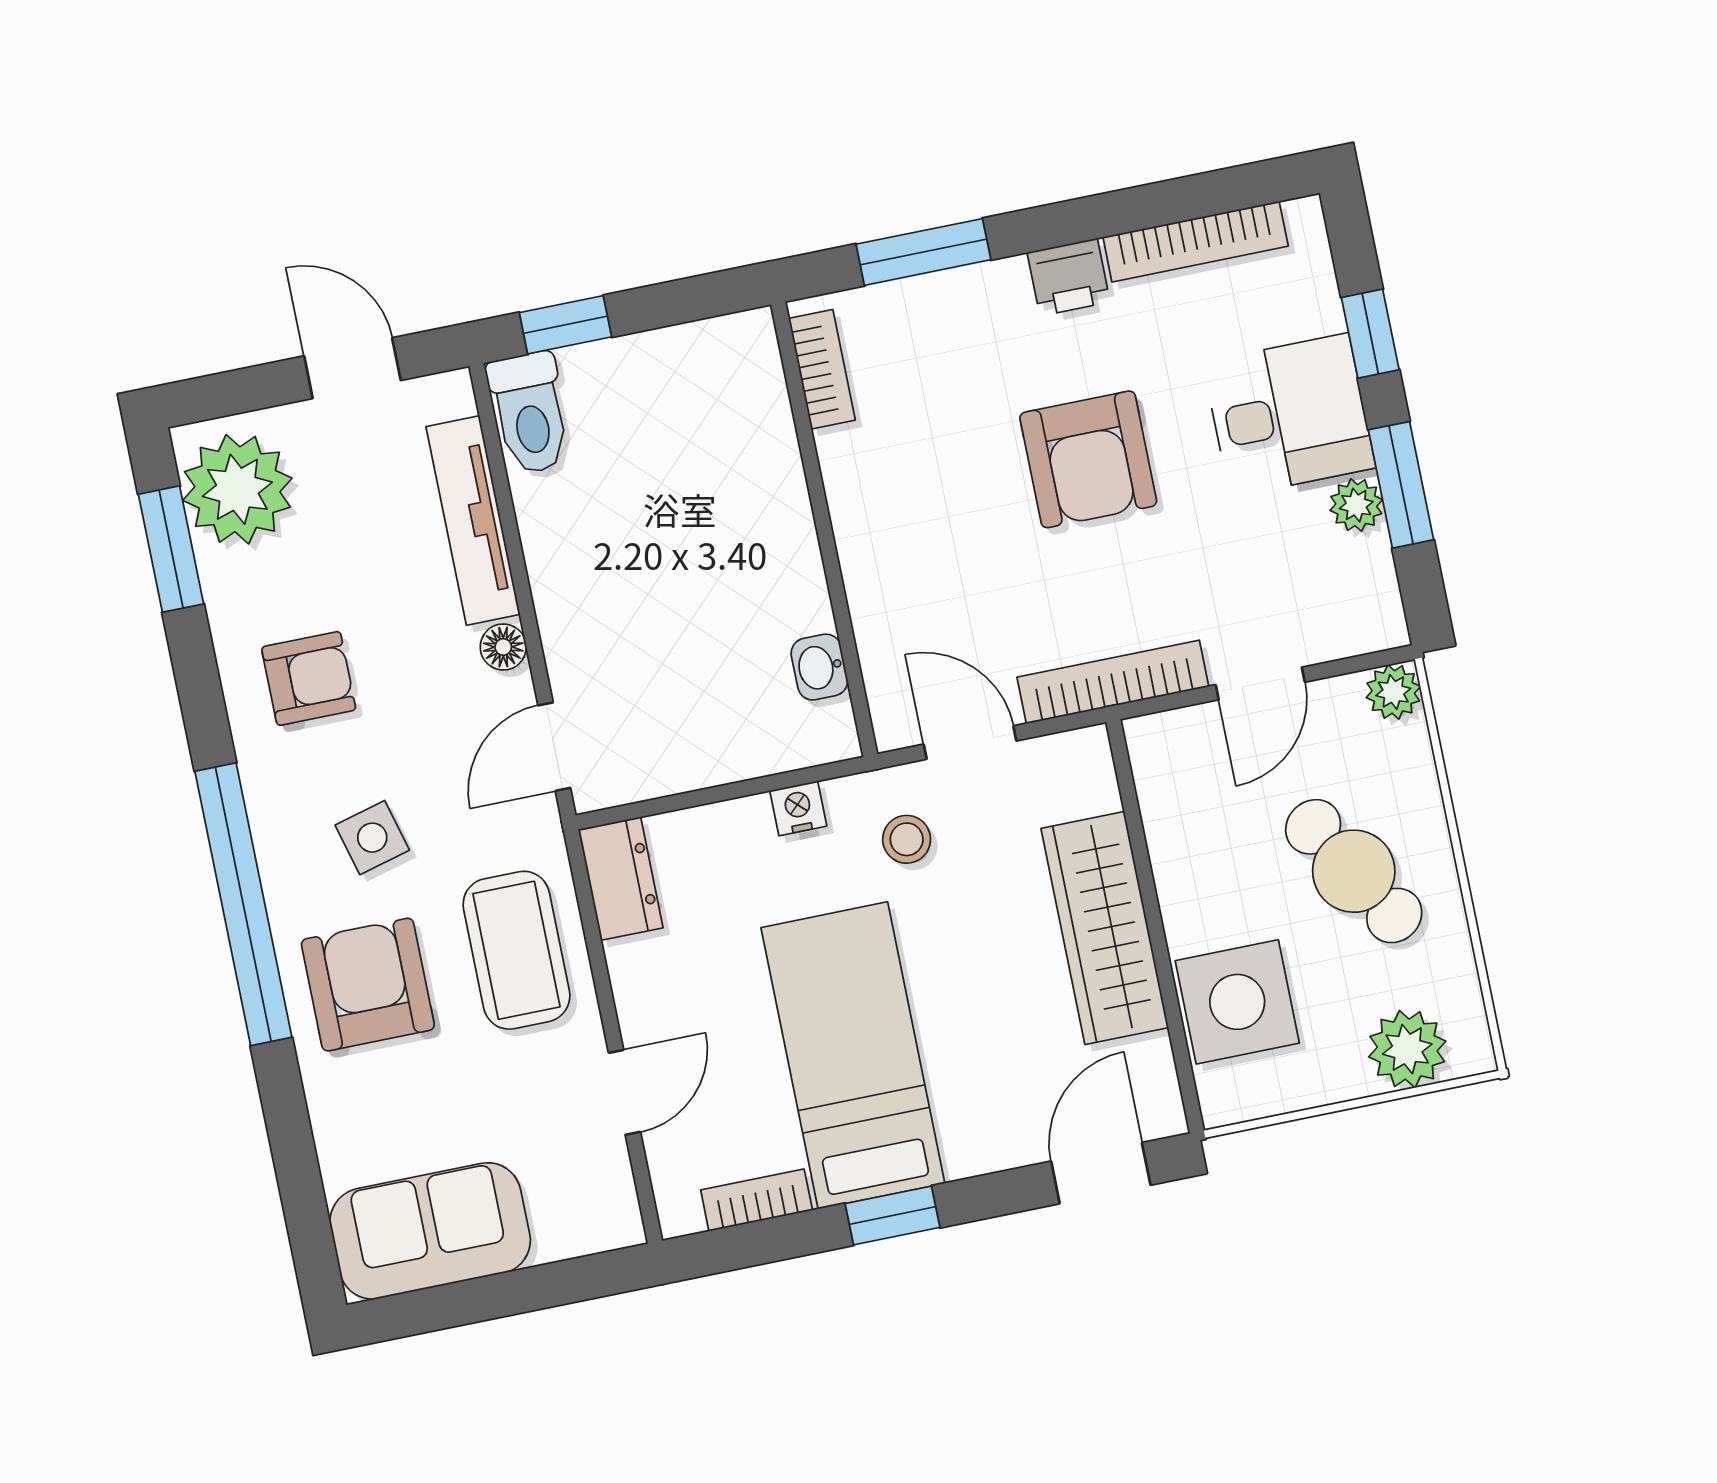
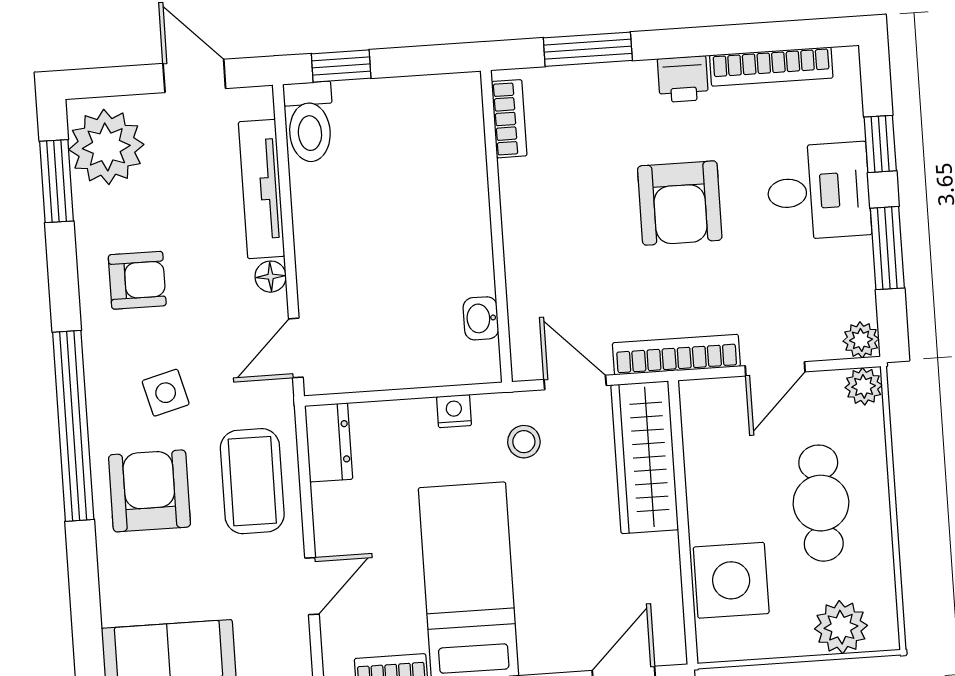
plant: (1356, 505) -> (861, 340), moved
cafe table: (1354, 871) -> (821, 503), turned 31
wardrobe: (1105, 928) -> (645, 457), moved

